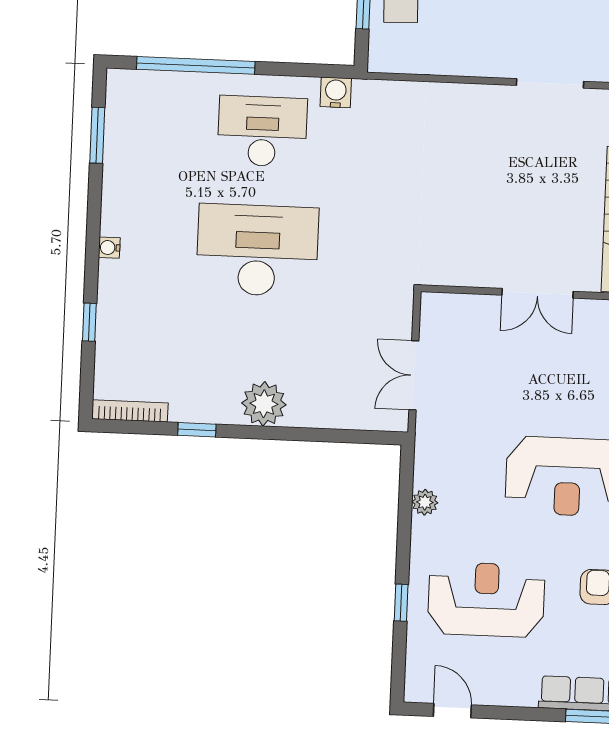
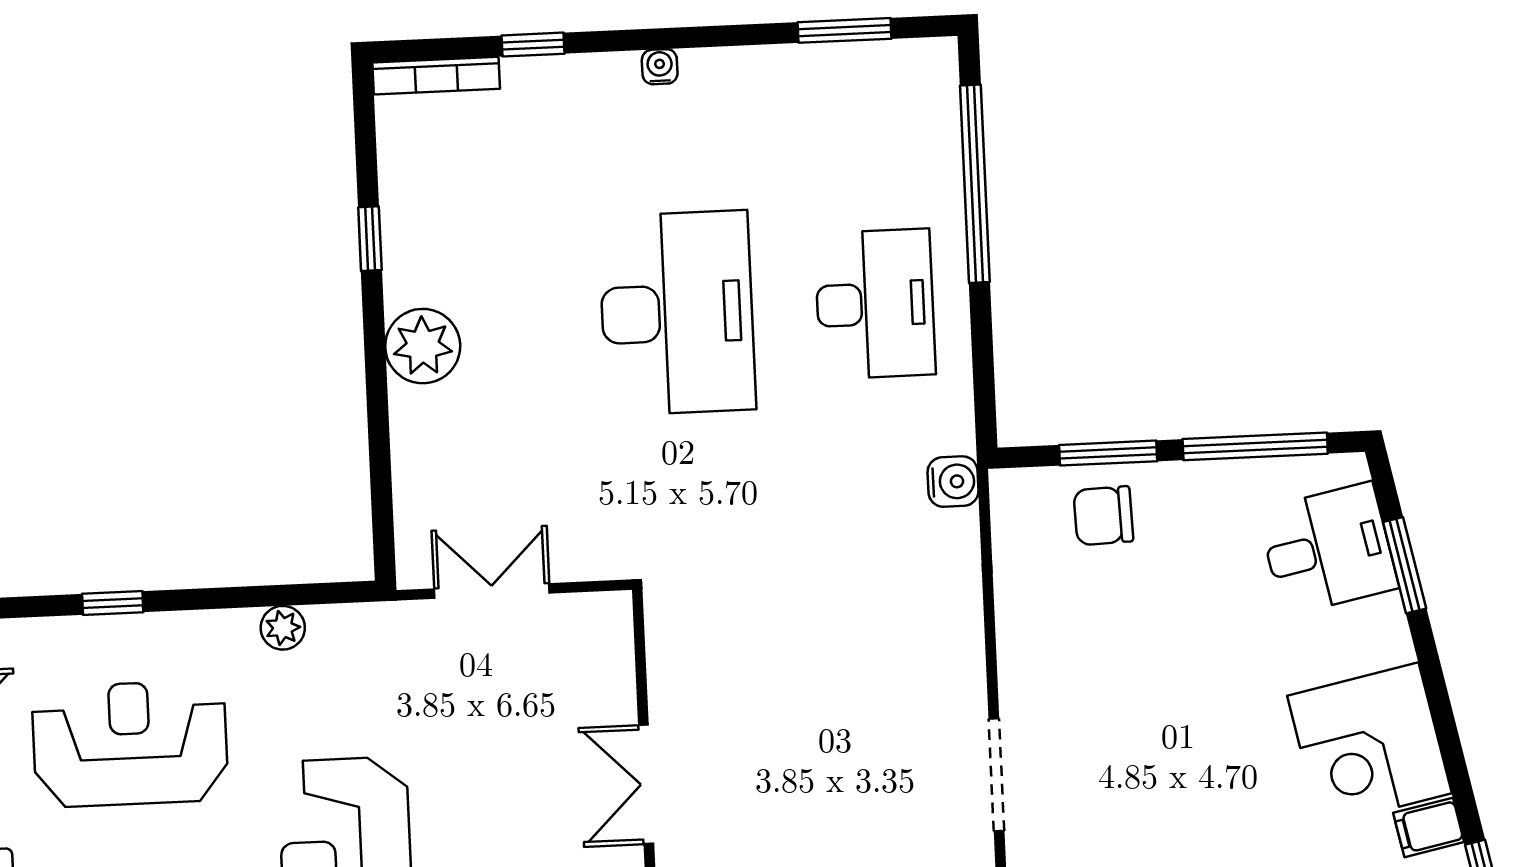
water cooler: (336, 92) -> (953, 482), moved
bookcase: (130, 411) -> (436, 76), moved, turned 90
reception desk: (486, 600) -> (130, 744), turned -90

